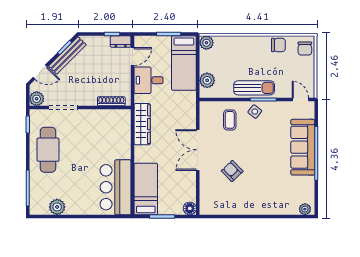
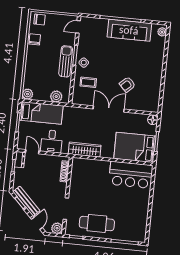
sofa: (303, 147) -> (129, 30), moved
double door: (198, 150) -> (109, 109), swing flipped
bed: (146, 189) -> (135, 147), width x1.50
plant: (57, 207) -> (141, 221), removed

